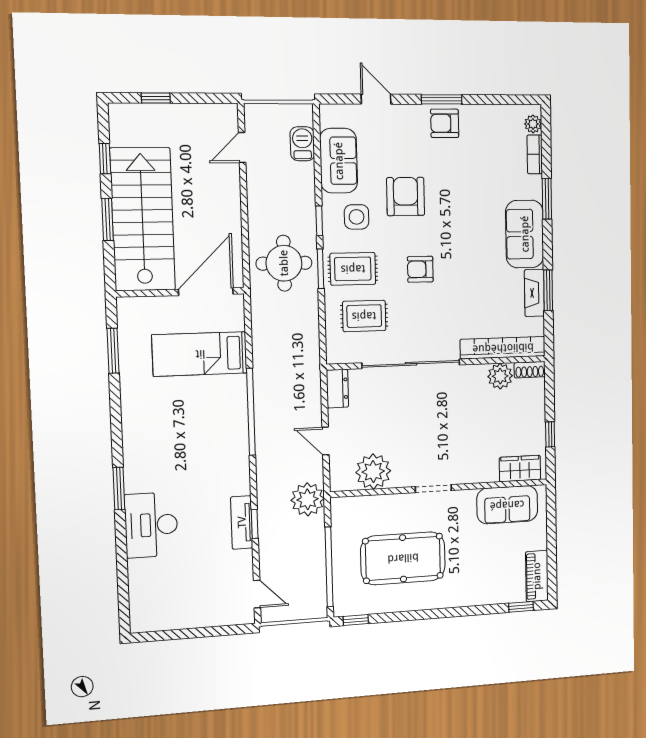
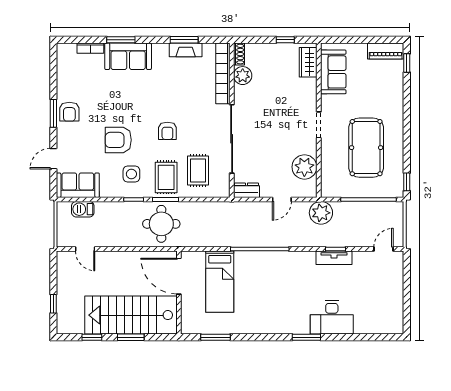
plant: (533, 124) -> (70, 49), removed
sofa: (339, 161) -> (78, 185), moved
sofa: (525, 234) -> (128, 56), moved

